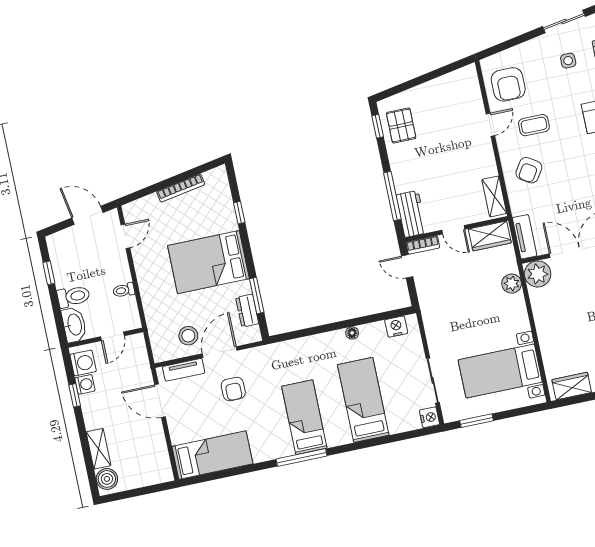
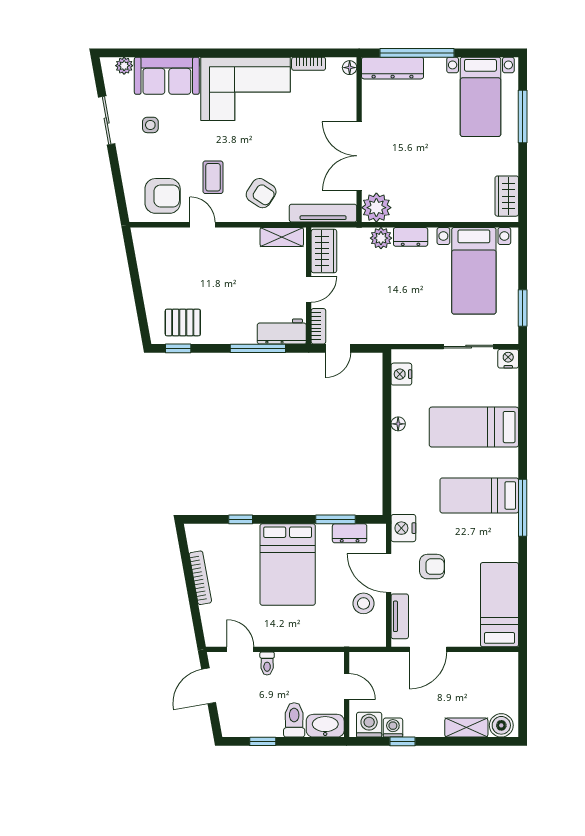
tv unit: (525, 237) -> (323, 213), width x1.41
toilet: (124, 290) -> (267, 663), moved
dresser: (518, 309) -> (411, 237), added
nightstand: (262, 357) -> (403, 528), added

